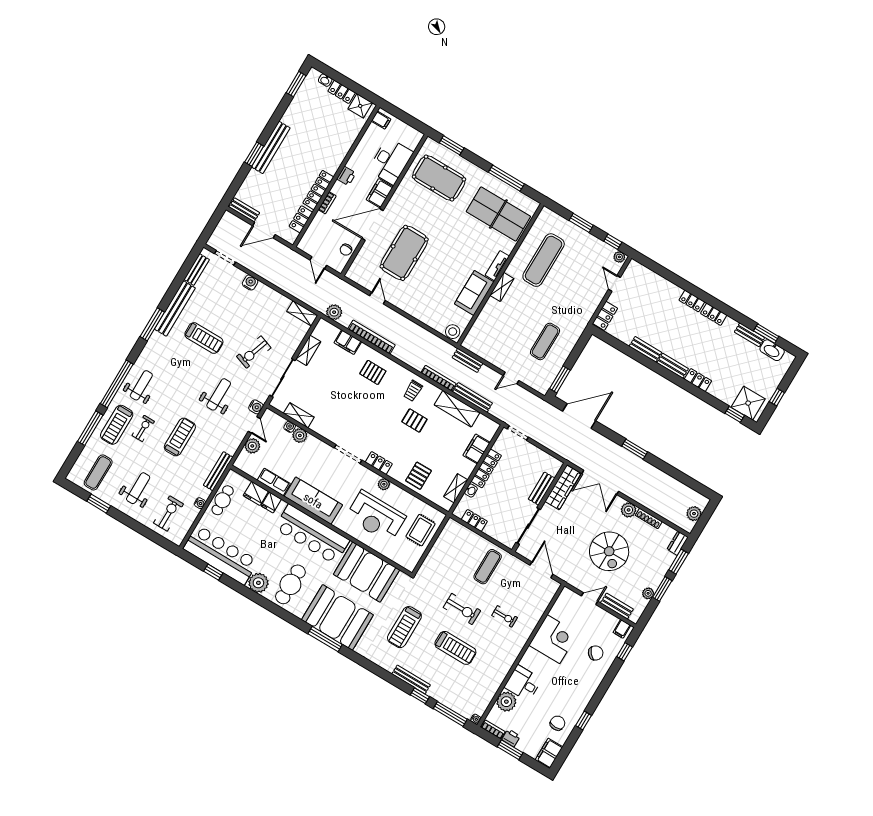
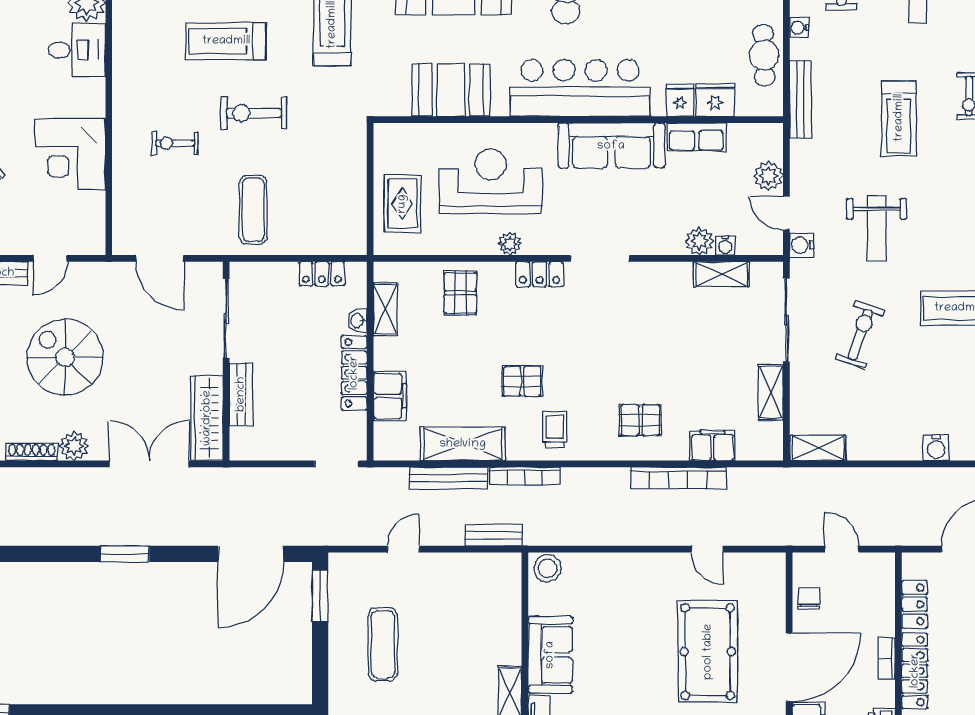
plant: (334, 312) -> (766, 482), removed
booth: (366, 572) -> (451, 90), width x0.73, depth x0.70

